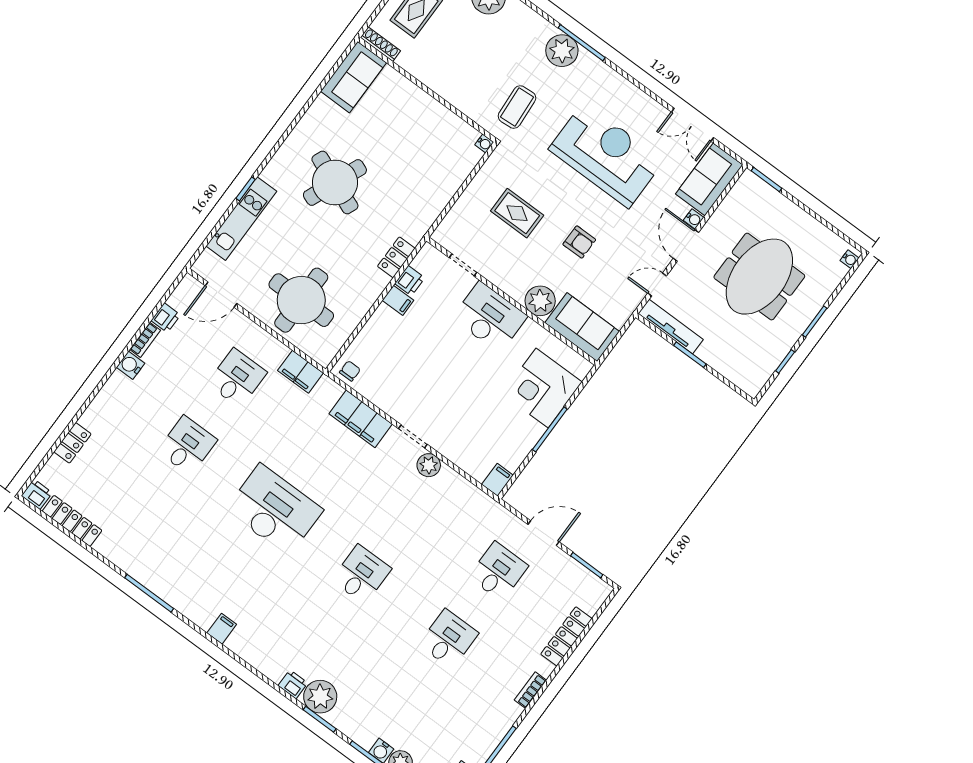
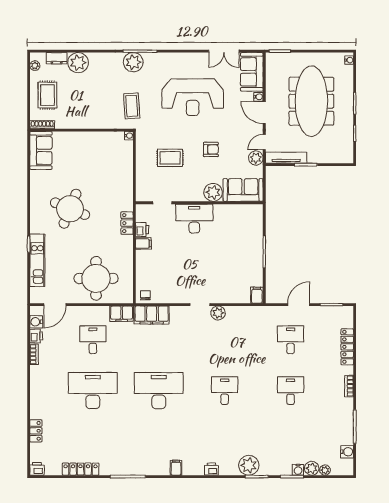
reception desk: (606, 155) -> (193, 97), turned 180
meeting table: (759, 277) -> (311, 101), width x1.36
plant: (630, 297) -> (256, 158), added
water cooler: (131, 365) -> (36, 322), moved
corner desk: (542, 388) -> (246, 234), removed
filing cabinet: (361, 419) -> (152, 315), moved
desk: (187, 445) -> (93, 391), width x1.87, depth x1.30
locker: (72, 521) -> (81, 469), moved
printer: (293, 684) -> (211, 469), moved

